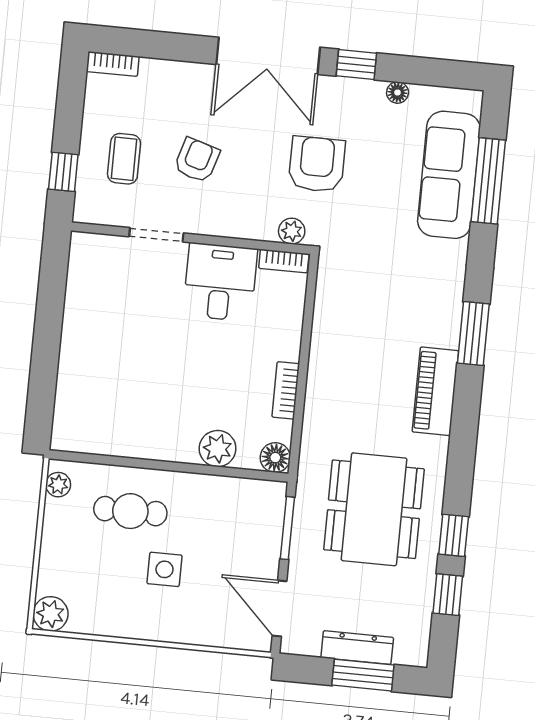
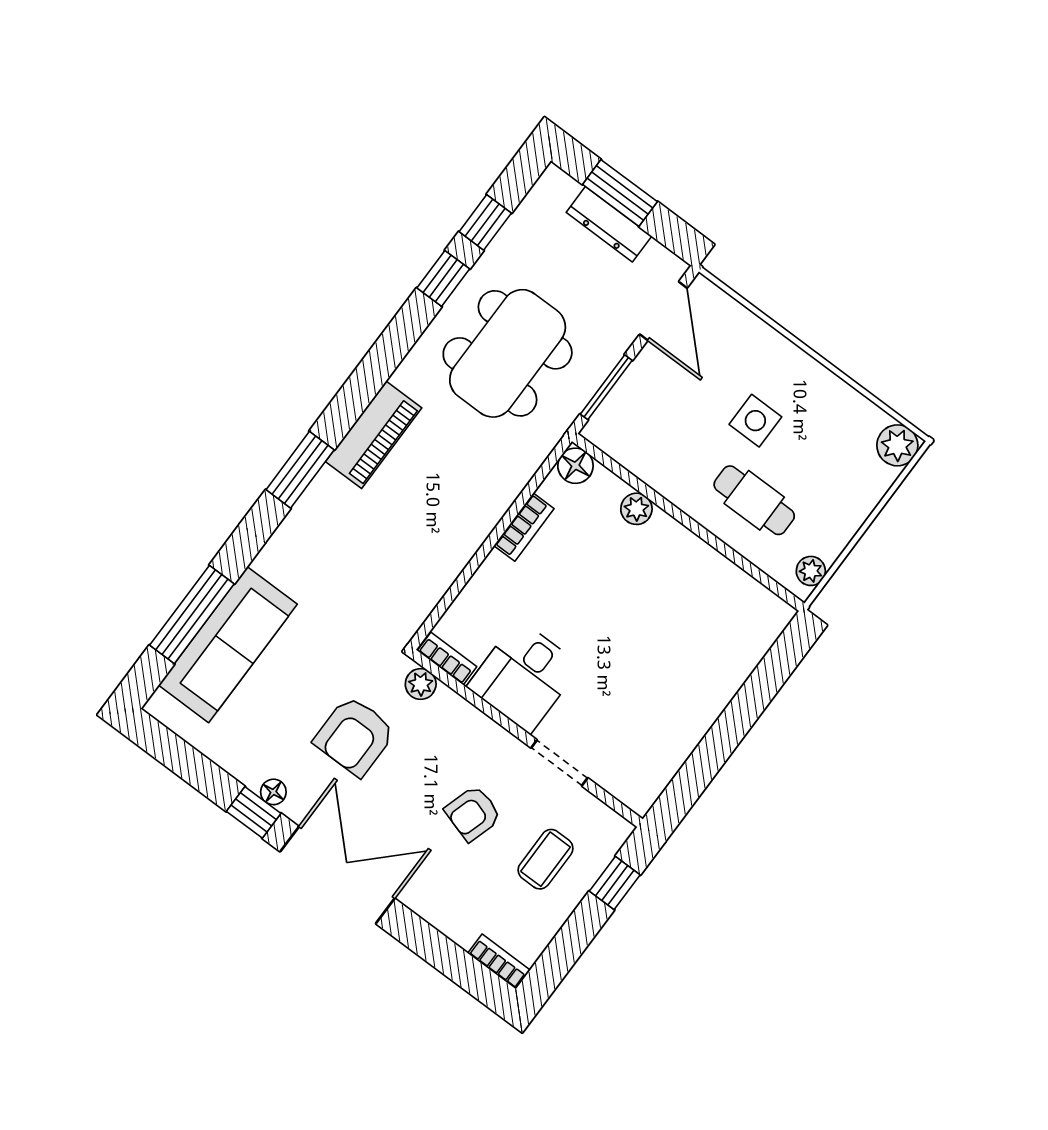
floor lamp: (398, 92) -> (273, 792), moved
plant: (218, 449) -> (636, 509), width x0.73, depth x0.73

